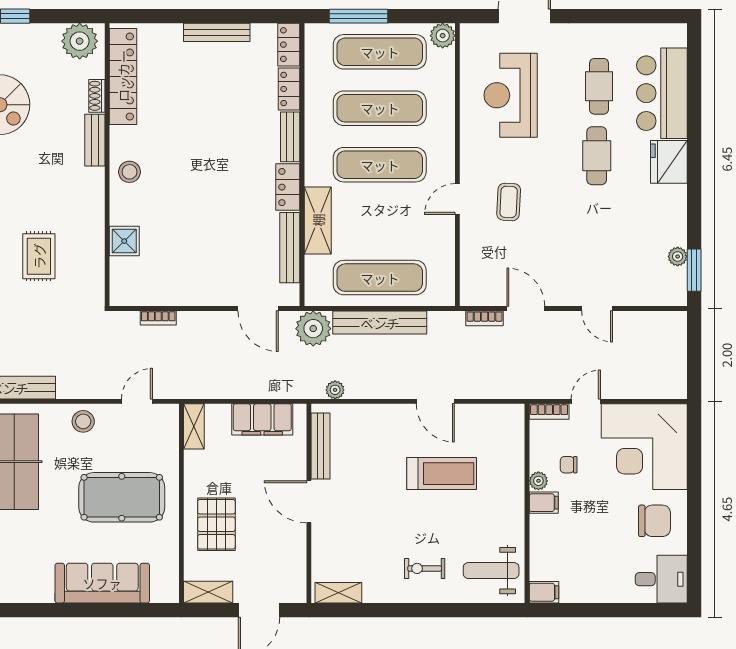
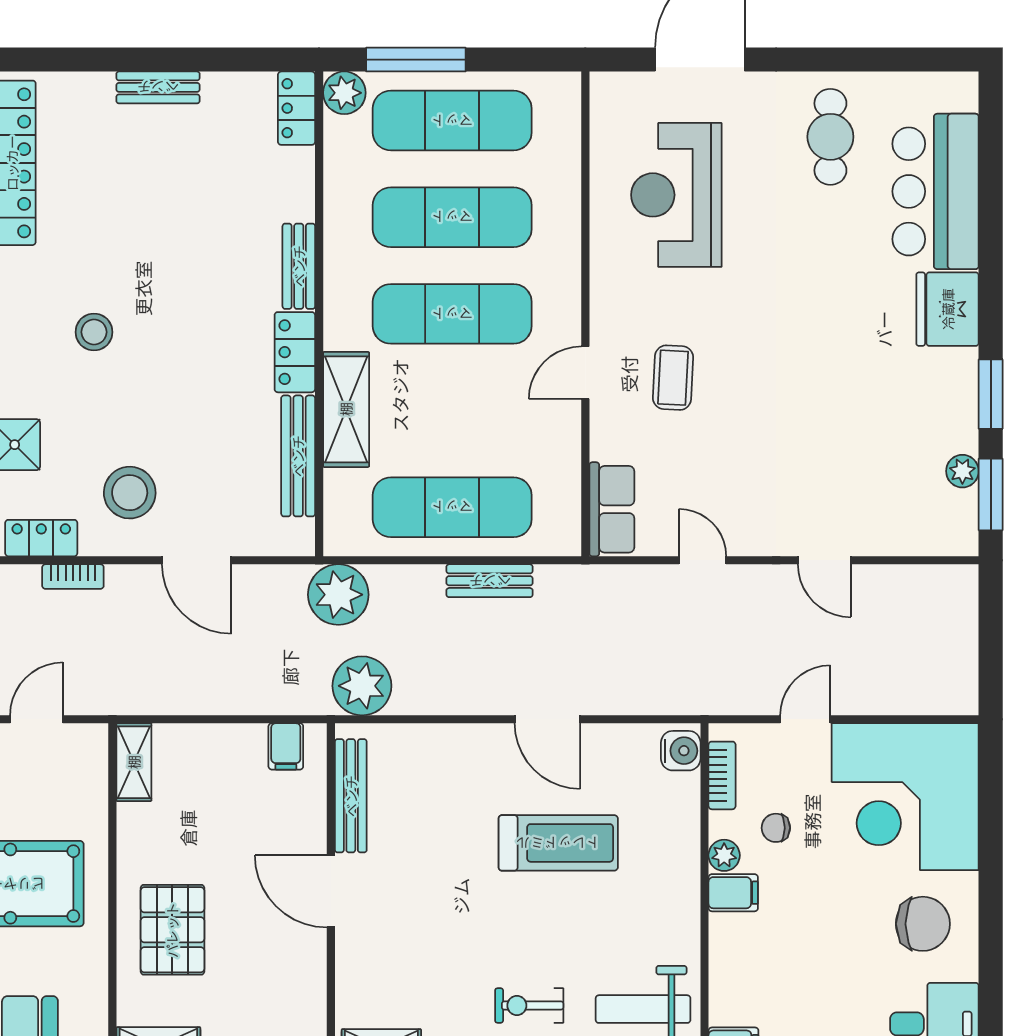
bench: (217, 32) -> (158, 87), width x0.73
plant: (443, 36) -> (344, 93), moved
cafe table: (599, 86) -> (830, 137), moved
locker: (289, 89) -> (41, 538), moved, turned 90
cafe table: (597, 156) -> (824, 298), removed
stool: (130, 172) -> (94, 332), moved
window: (694, 212) -> (991, 394), added
stool: (191, 269) -> (130, 493), added
row of seats: (473, 279) -> (612, 509), added
door: (258, 309) -> (197, 560), moved
door: (526, 309) -> (703, 560), width x0.73
bookcase: (485, 318) -> (632, 577), removed
bench: (380, 323) -> (490, 581), width x0.54, depth x0.82
plant: (335, 390) -> (362, 686), width x1.88, depth x1.88
bookcase: (549, 412) -> (722, 775), moved, turned -90
filing cabinet: (262, 419) -> (286, 746), width x0.33, depth x0.86
water cooler: (513, 420) -> (681, 751), added

